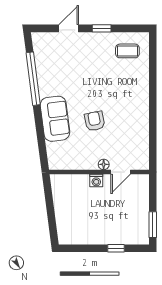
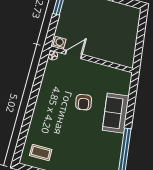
floor lamp: (104, 164) -> (53, 55), moved
washing machine: (96, 181) -> (59, 43), moved

